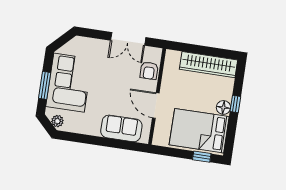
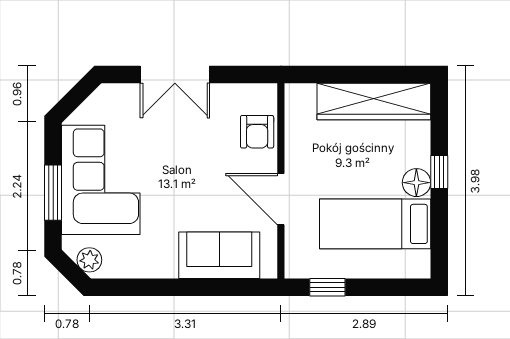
double door: (128, 39) -> (175, 75), moved
bed: (199, 131) -> (375, 224), width x0.67
window: (202, 157) -> (327, 287), moved

